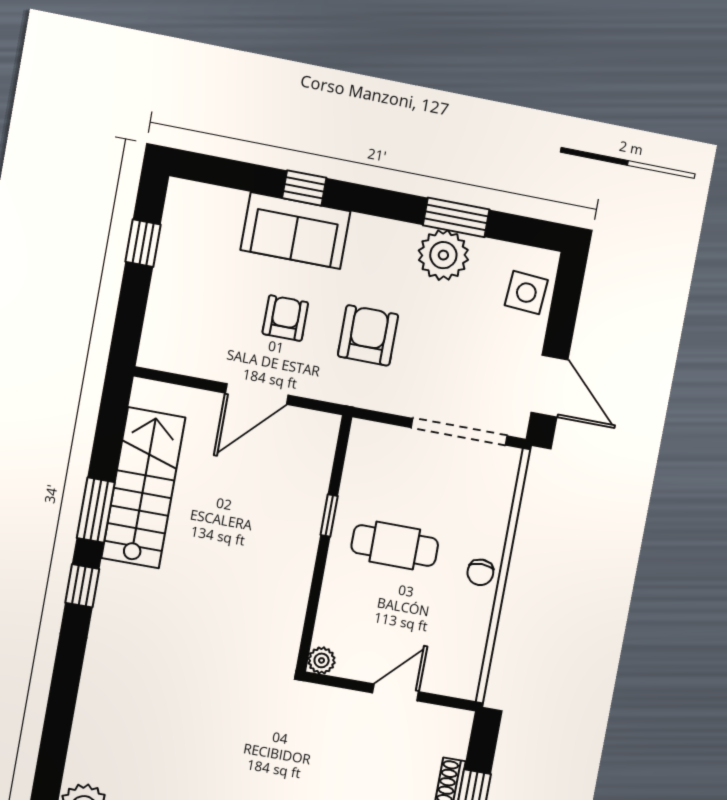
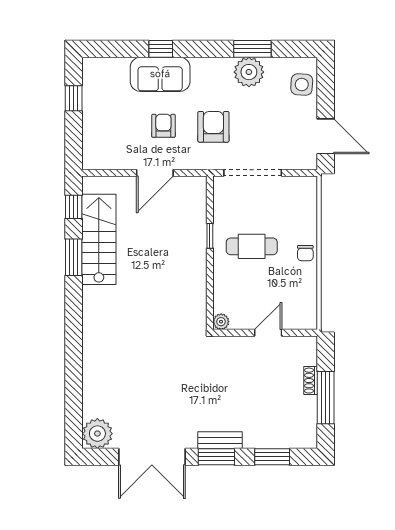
doorway: (459, 432) -> (253, 173), moved
window: (82, 586) -> (74, 207), moved

